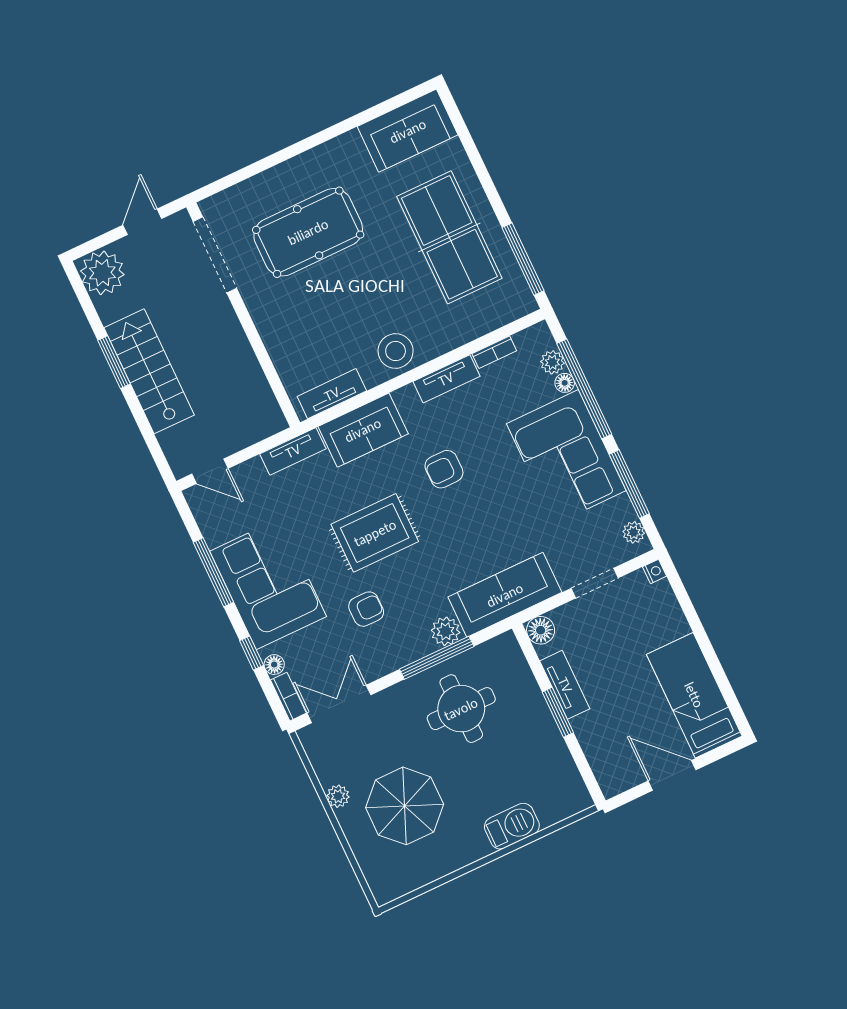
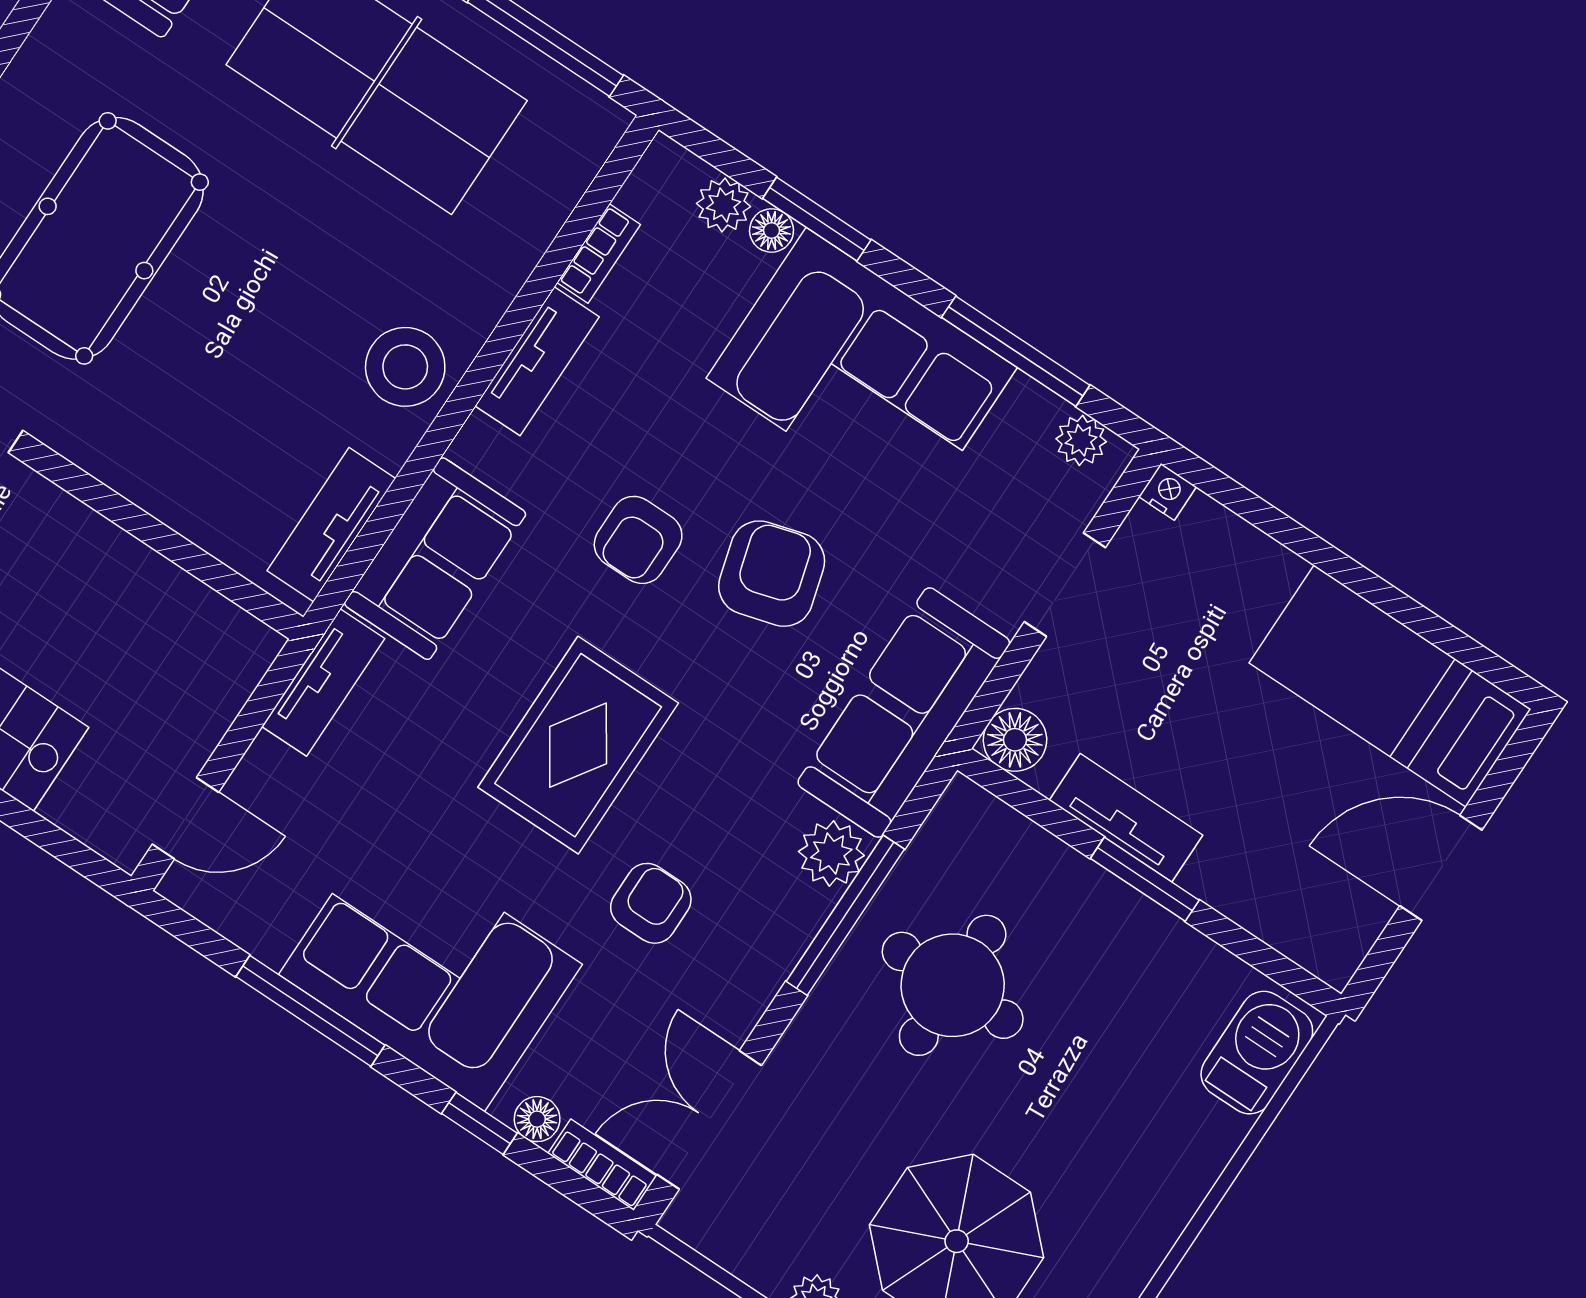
window: (584, 389) -> (817, 219), width x0.47
armchair: (487, 512) -> (772, 574), added
barbecue: (512, 826) -> (1257, 1053), moved

